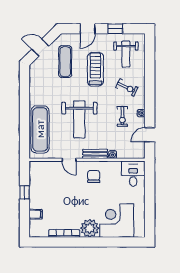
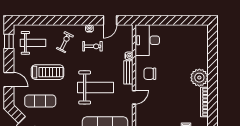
window: (115, 29) -> (9, 41), moved
treadmill: (95, 69) -> (47, 72), turned 180
door: (150, 135) -> (110, 20), hinge flipped
desk: (133, 174) -> (147, 40), width x1.37
corner desk: (117, 221) -> (192, 52), removed

